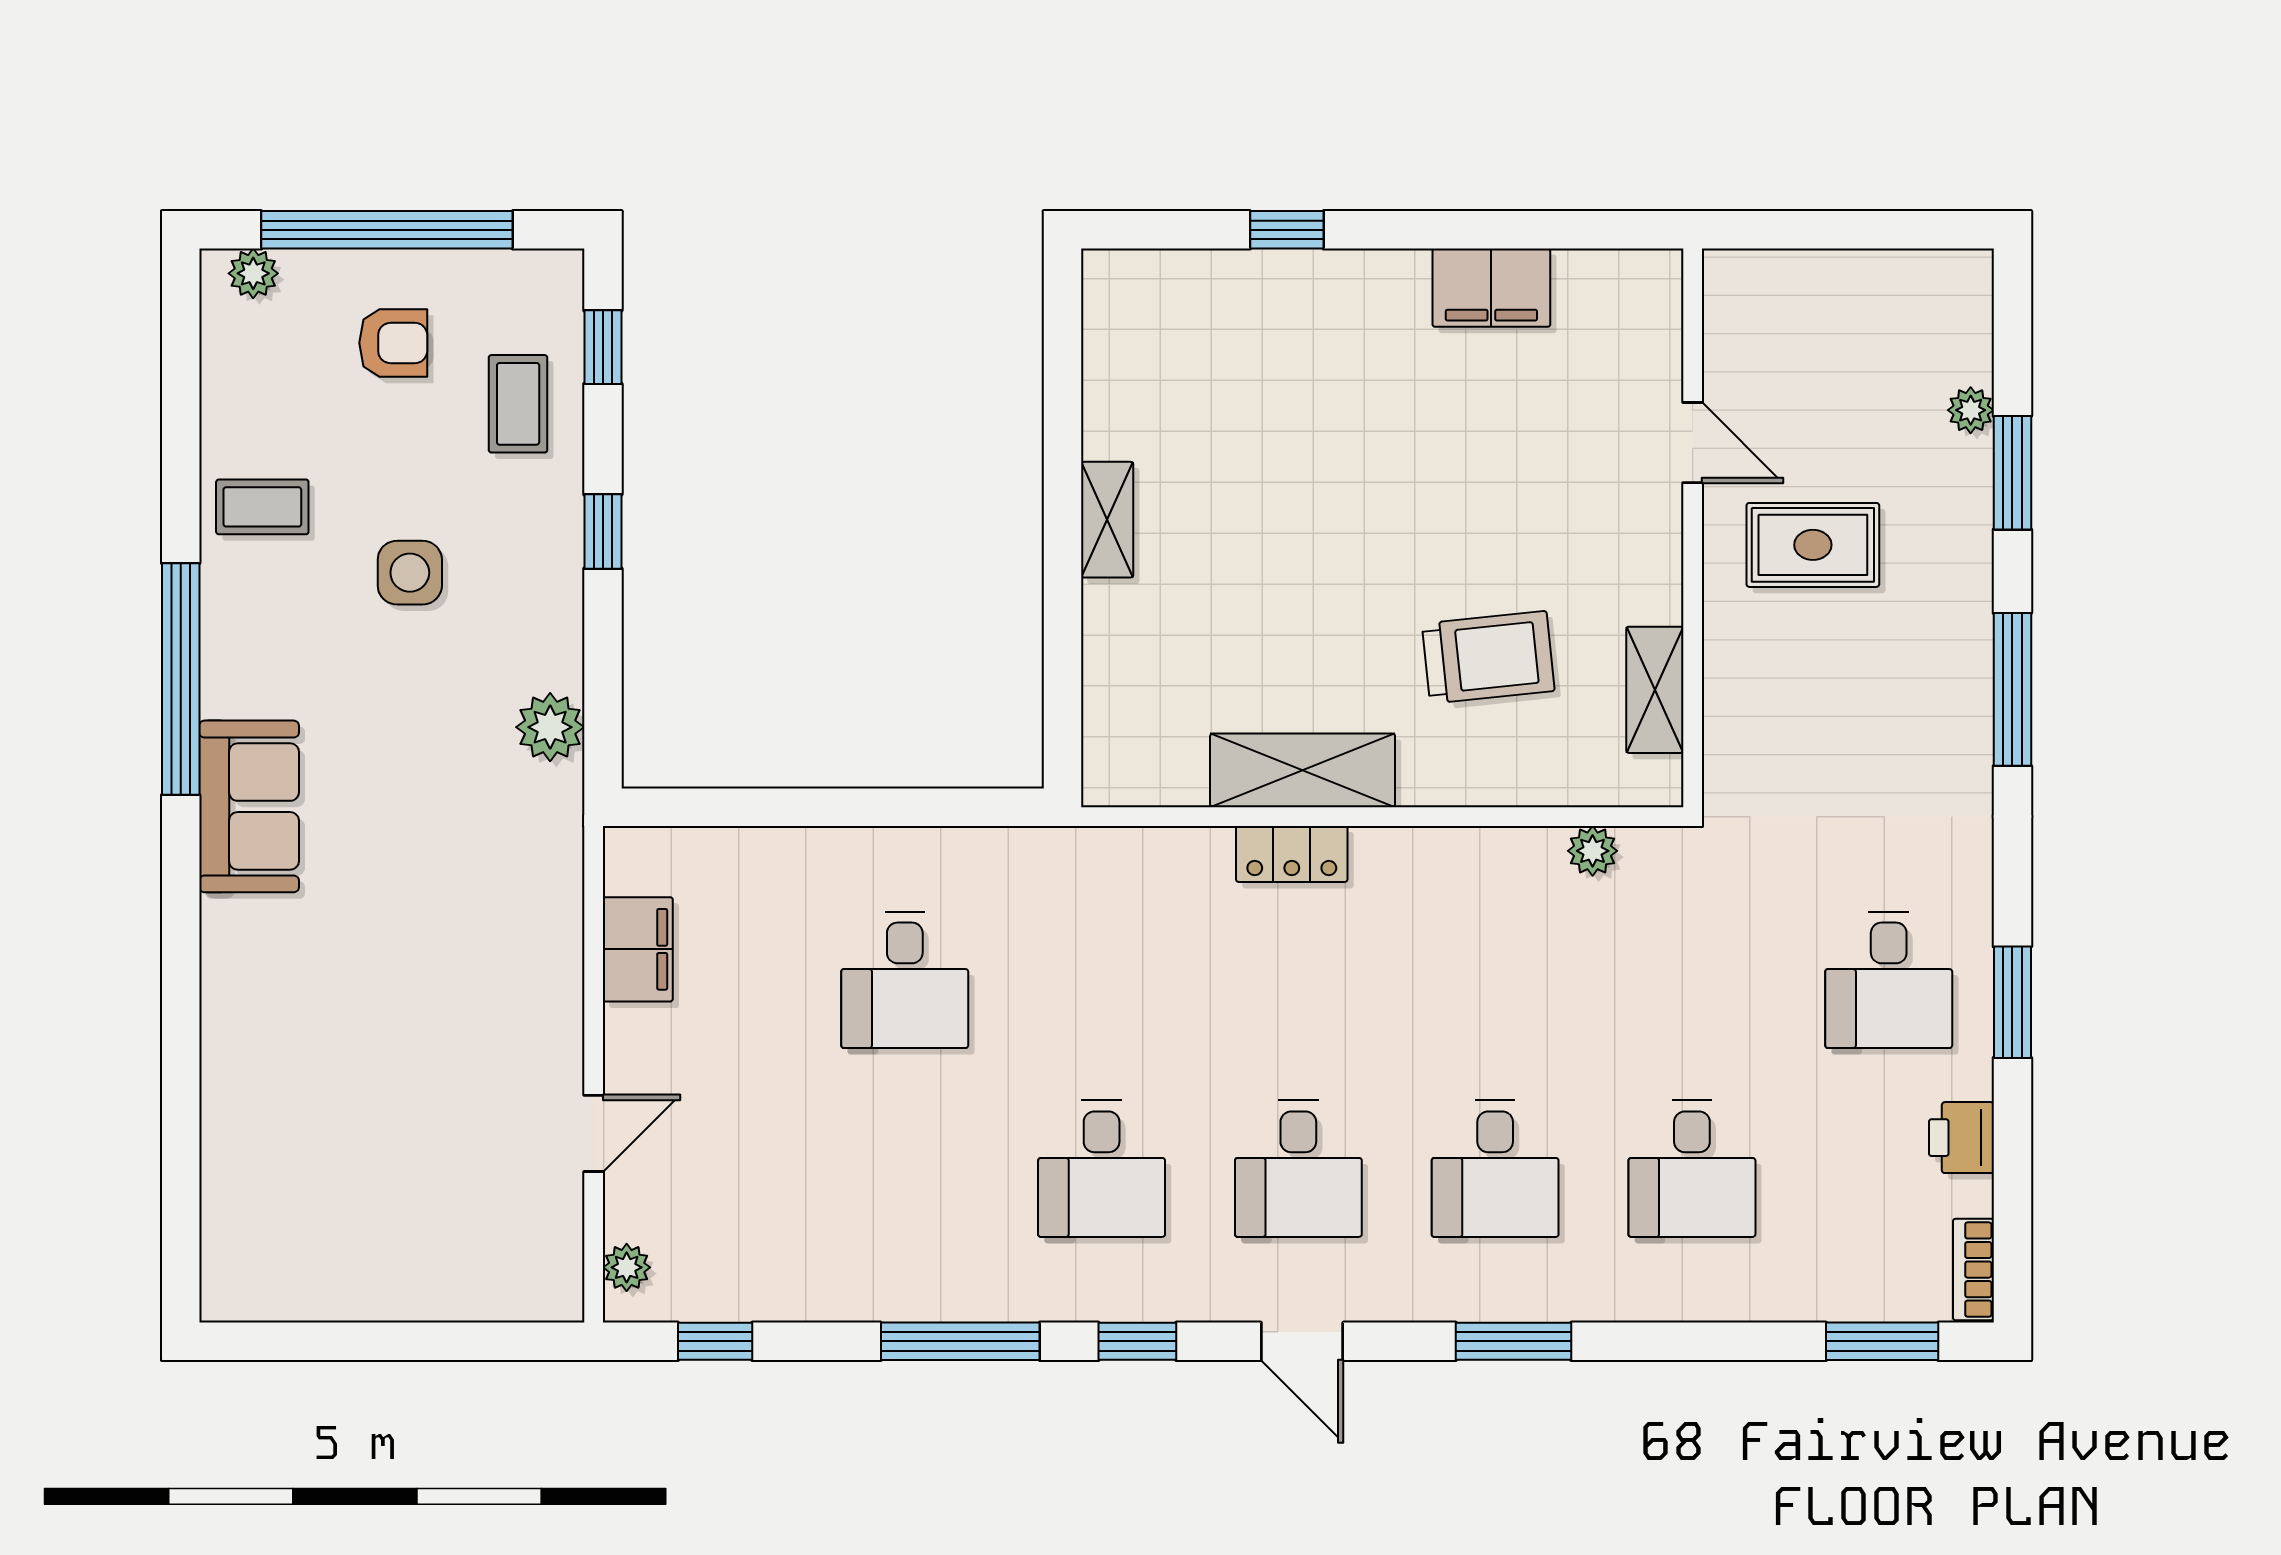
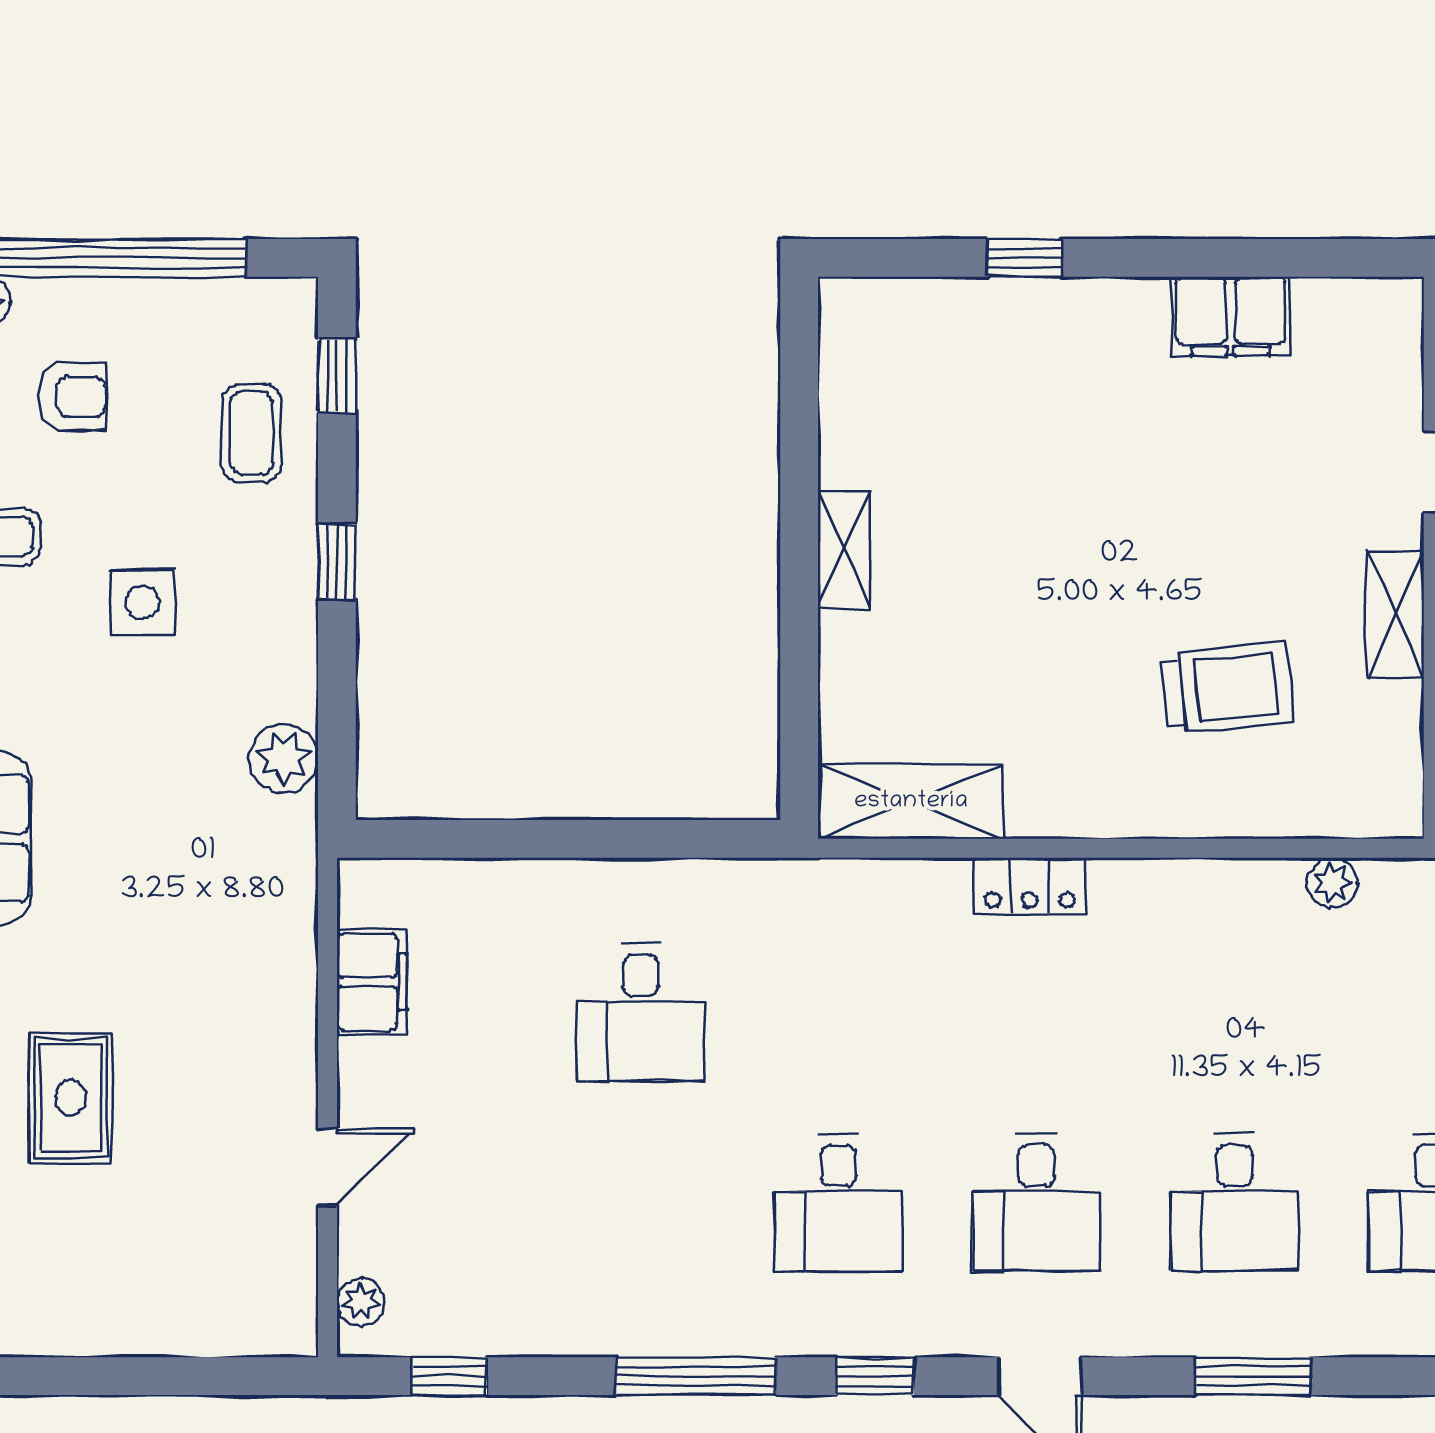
armchair: (393, 343) -> (72, 396), moved
shelving: (1655, 690) -> (1395, 615), moved
shelving: (1303, 770) -> (911, 802), moved
rug: (338, 1065) -> (71, 1098), added

